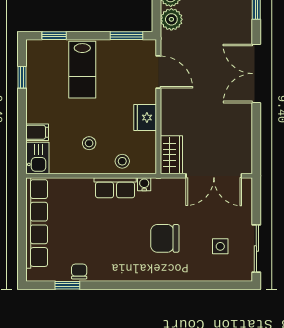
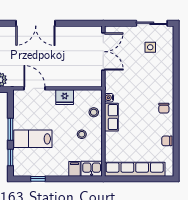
window: (126, 36) -> (10, 129), moved
lab bench: (82, 70) -> (33, 139), turned 180
door: (158, 72) -> (34, 88), hinge flipped
wardrobe: (171, 155) -> (89, 80), removed
chair: (165, 238) -> (164, 108), moved, width x0.54, depth x0.54
window: (67, 285) -> (176, 149), removed

